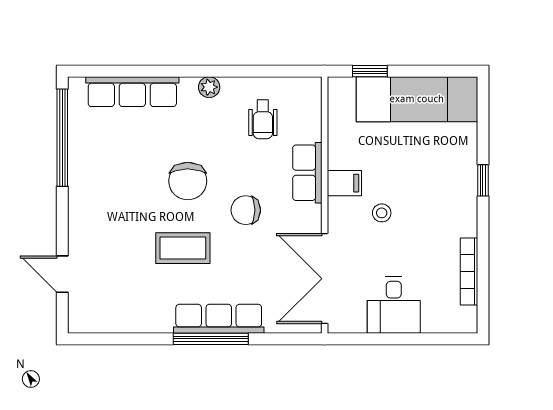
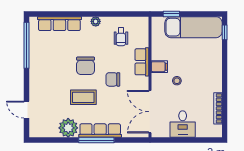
window: (483, 180) -> (225, 32), moved
plant: (151, 313) -> (68, 128), added

